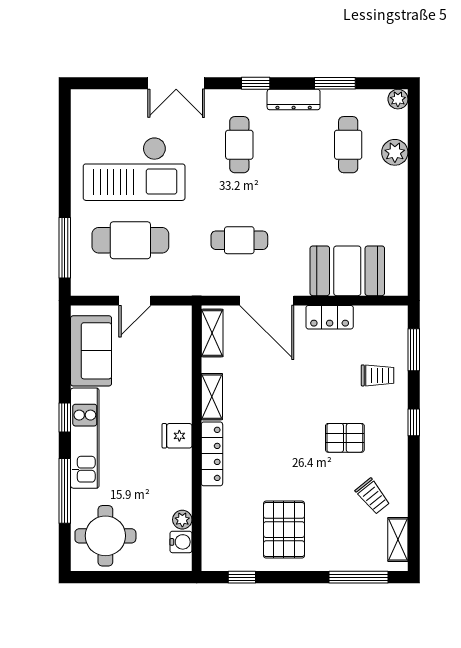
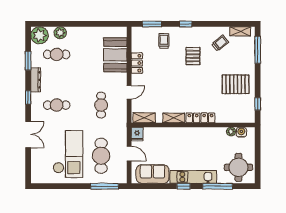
plant: (398, 99) -> (40, 35), width x1.87, depth x1.87
door: (267, 301) -> (129, 92), width x0.53
fridge: (177, 436) -> (137, 134), moved

